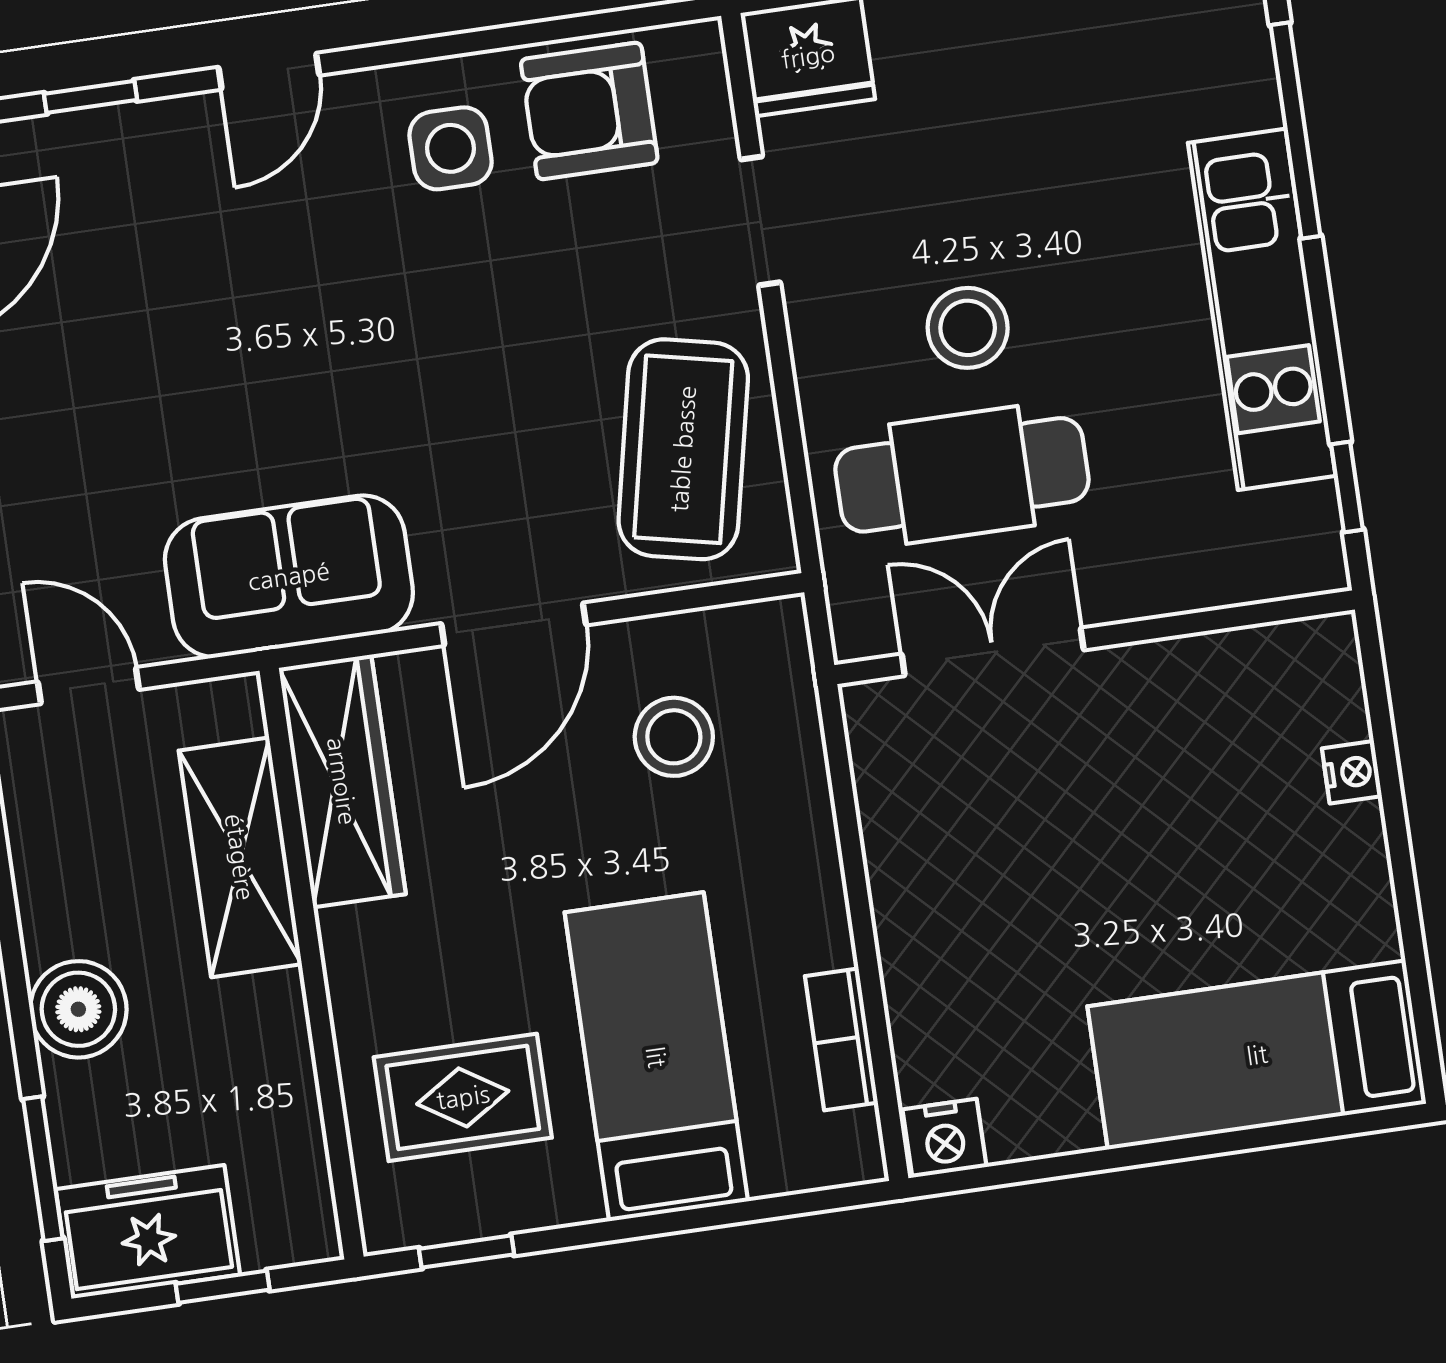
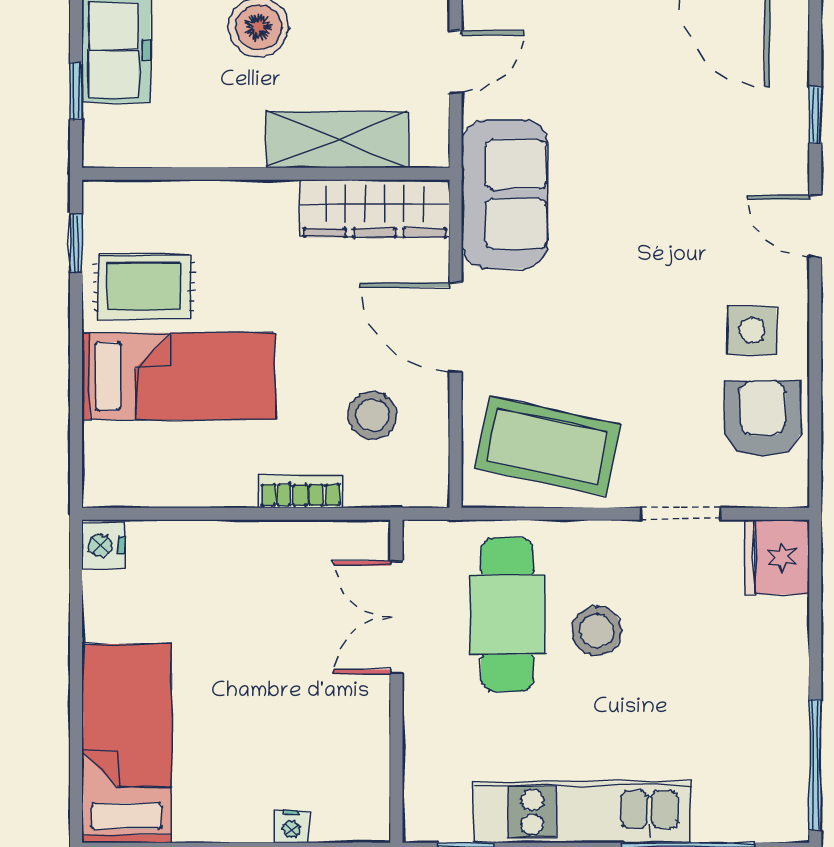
double door: (993, 652) -> (396, 618), swing flipped
bookcase: (841, 1039) -> (300, 491), moved
rug: (463, 1097) -> (144, 287), moved, turned 90

